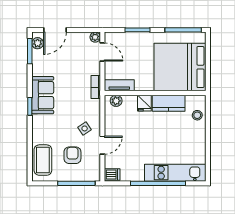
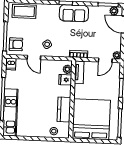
fridge: (144, 103) -> (65, 80), moved
armchair: (72, 155) -> (16, 44), moved

